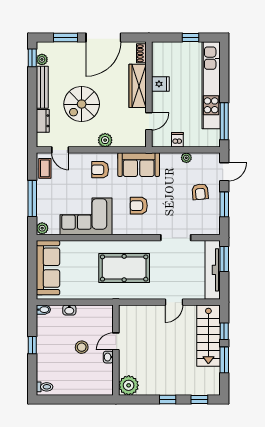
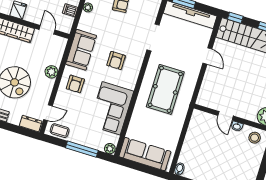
dresser: (43, 121) -> (31, 124), moved
washbasin: (69, 310) -> (187, 147), removed
window: (224, 331) -> (235, 18), moved
stool: (82, 347) -> (255, 138), moved

